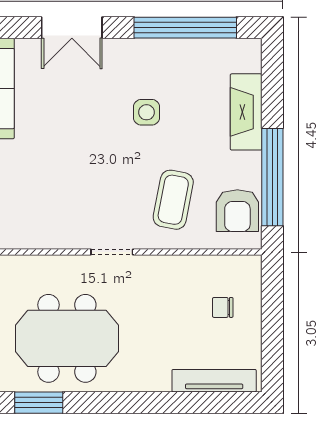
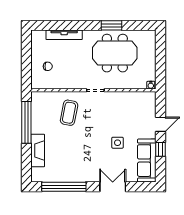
side table: (147, 112) -> (118, 143), moved
armchair: (237, 211) -> (41, 108), removed
tv unit: (214, 381) -> (64, 35), moved
window: (39, 403) -> (111, 25), moved

